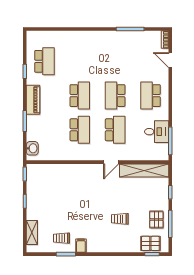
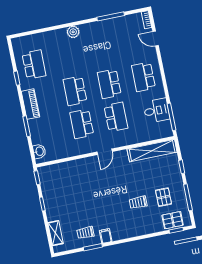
plant: (90, 37) -> (73, 32), added
school desk: (80, 96) -> (75, 91), turned 180
school desk: (80, 130) -> (82, 124), turned 180
door: (111, 162) -> (105, 152), moved
pallet: (156, 220) -> (163, 197), moved

